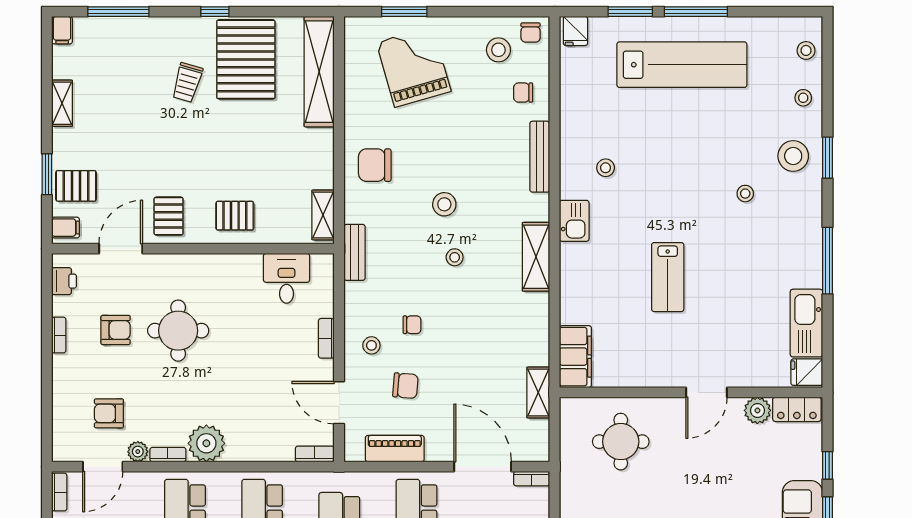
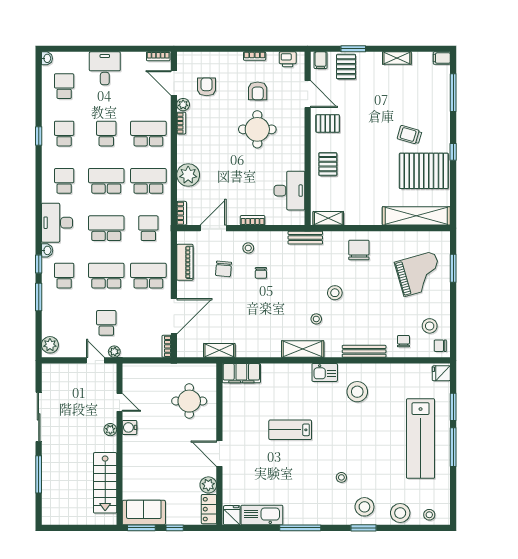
stool: (803, 98) -> (400, 513), width x1.89, depth x1.89
stool: (606, 168) -> (357, 392), width x1.89, depth x1.89
stool: (455, 257) -> (316, 319), moved
desk: (287, 278) -> (289, 191), width x1.37
plant: (206, 443) -> (188, 175), moved

